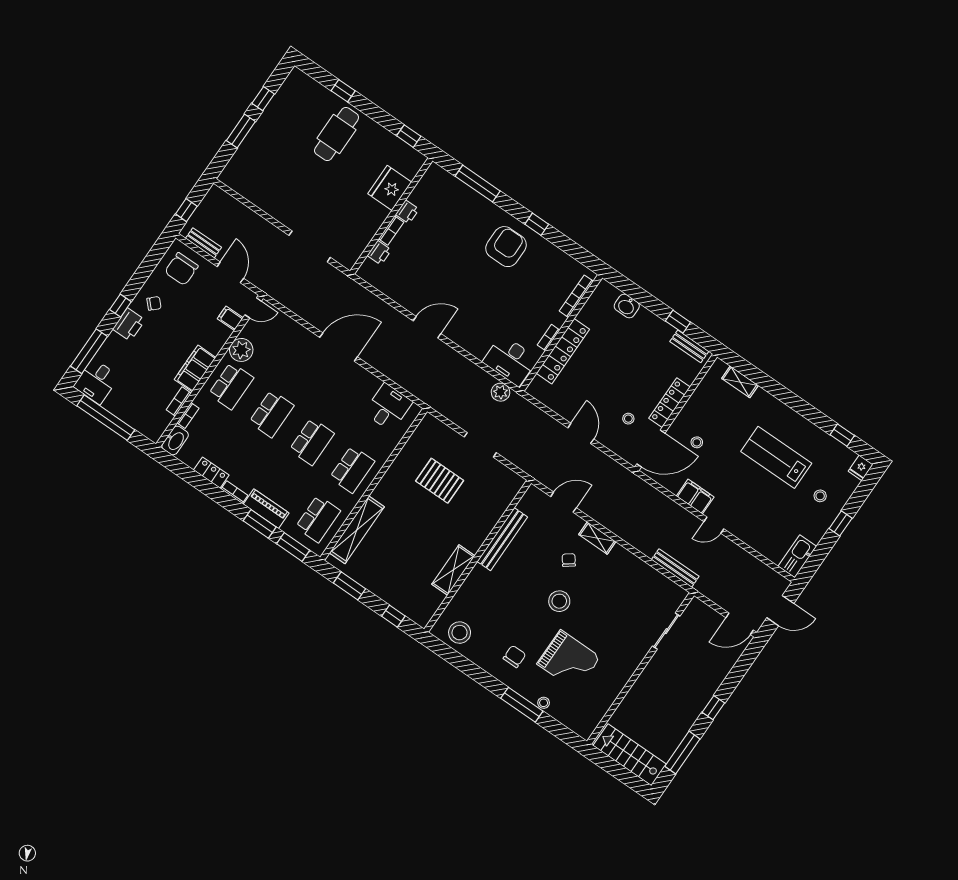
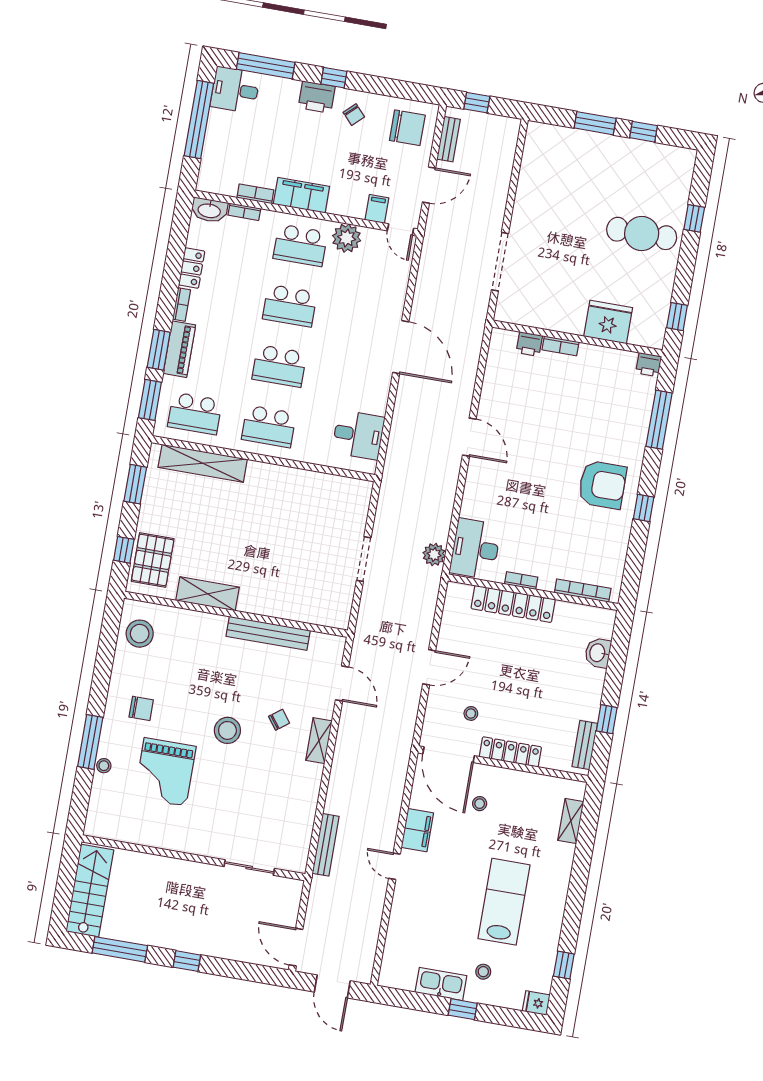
printer: (407, 212) -> (649, 365), moved
chair: (181, 269) -> (407, 128), turned 180
pallet: (440, 481) -> (153, 560), moved
kitchen sink: (797, 556) -> (441, 984), moved

